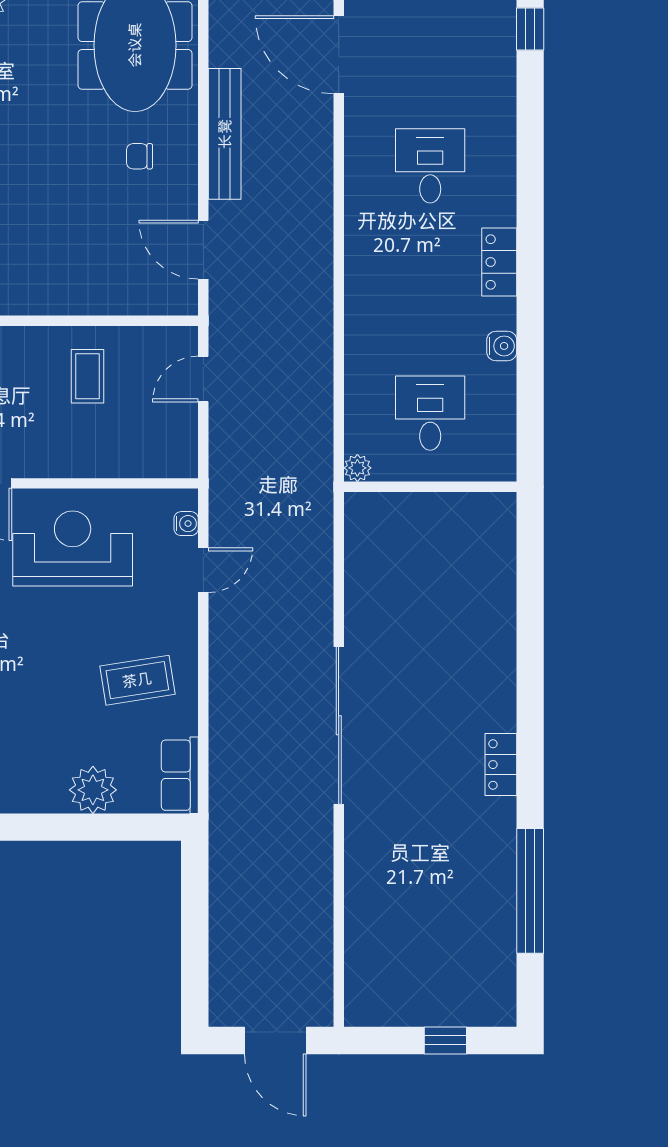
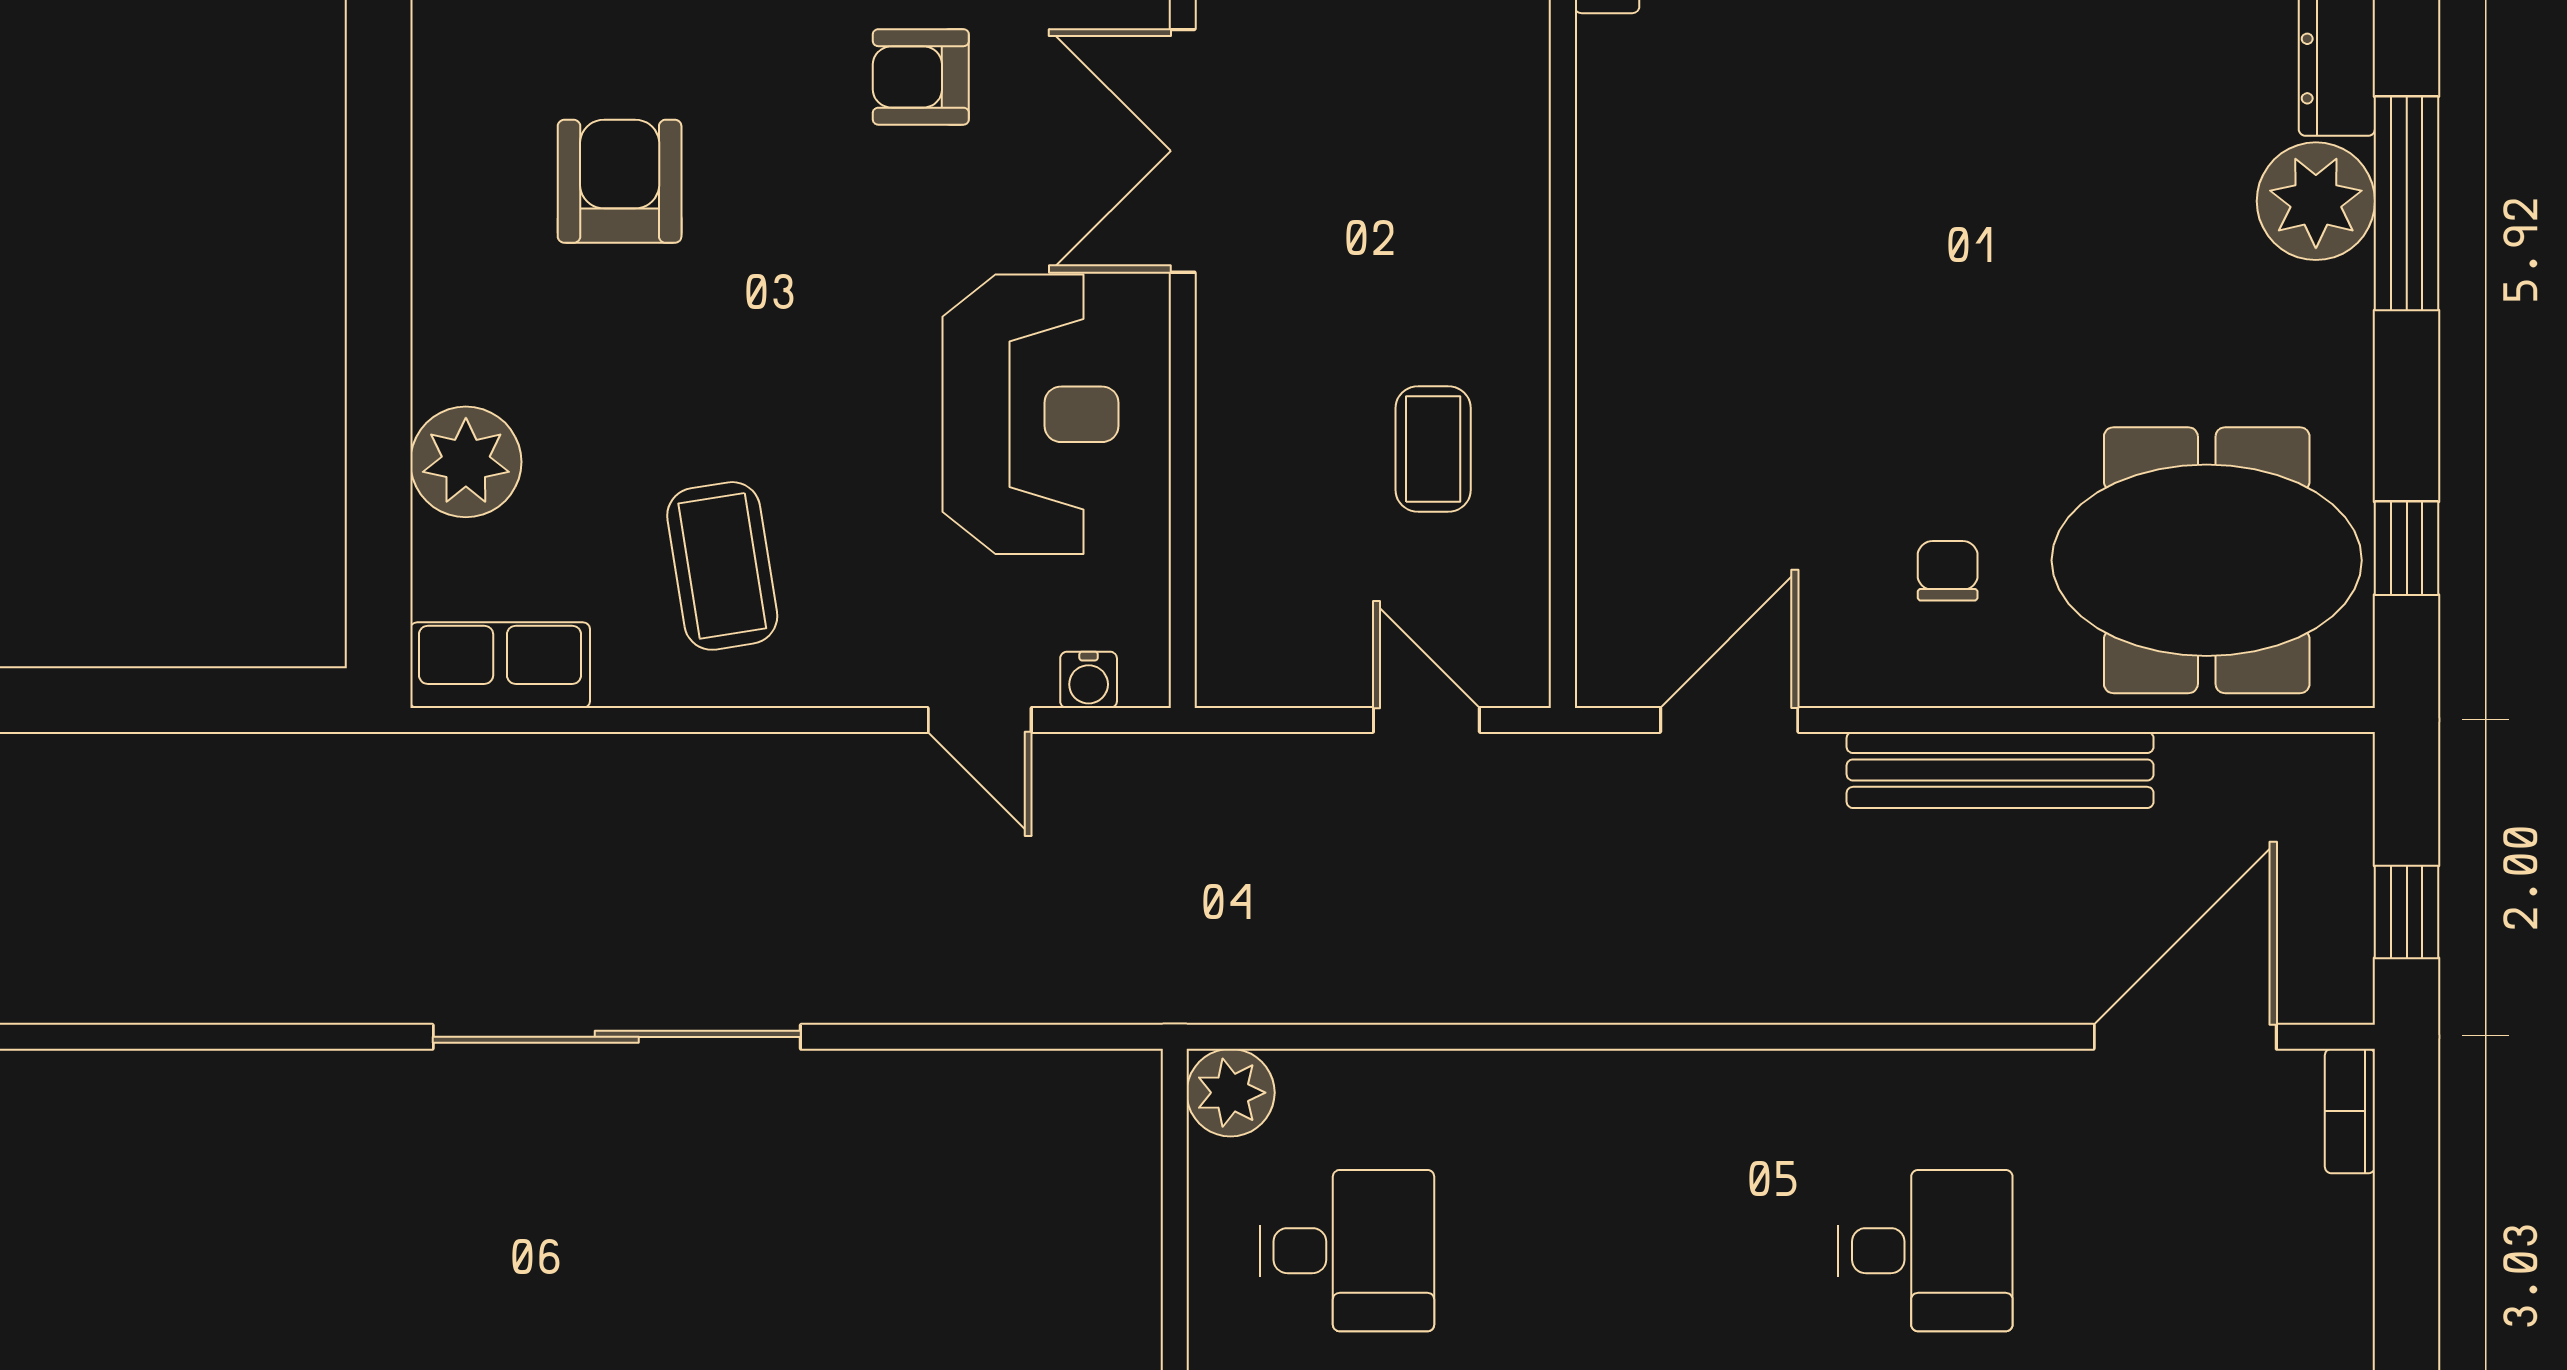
coffee table: (87, 376) -> (1433, 449), turned 90
plant: (357, 468) -> (1231, 1093), width x1.38, depth x1.38

